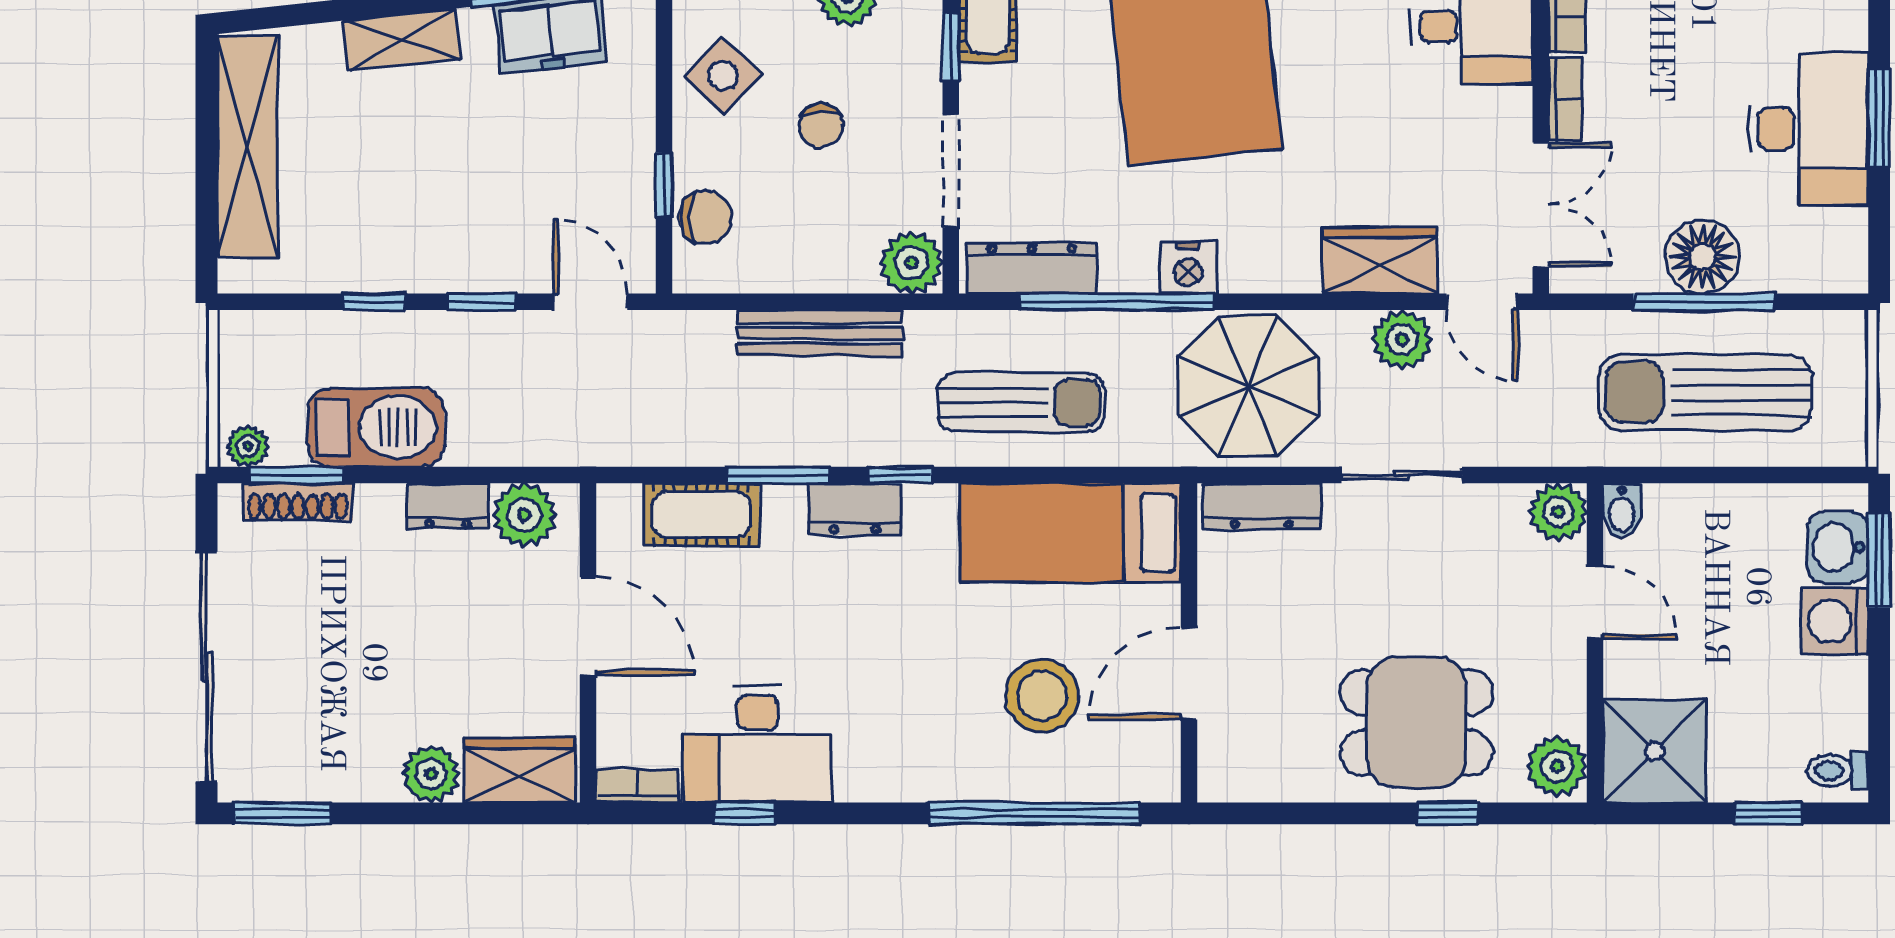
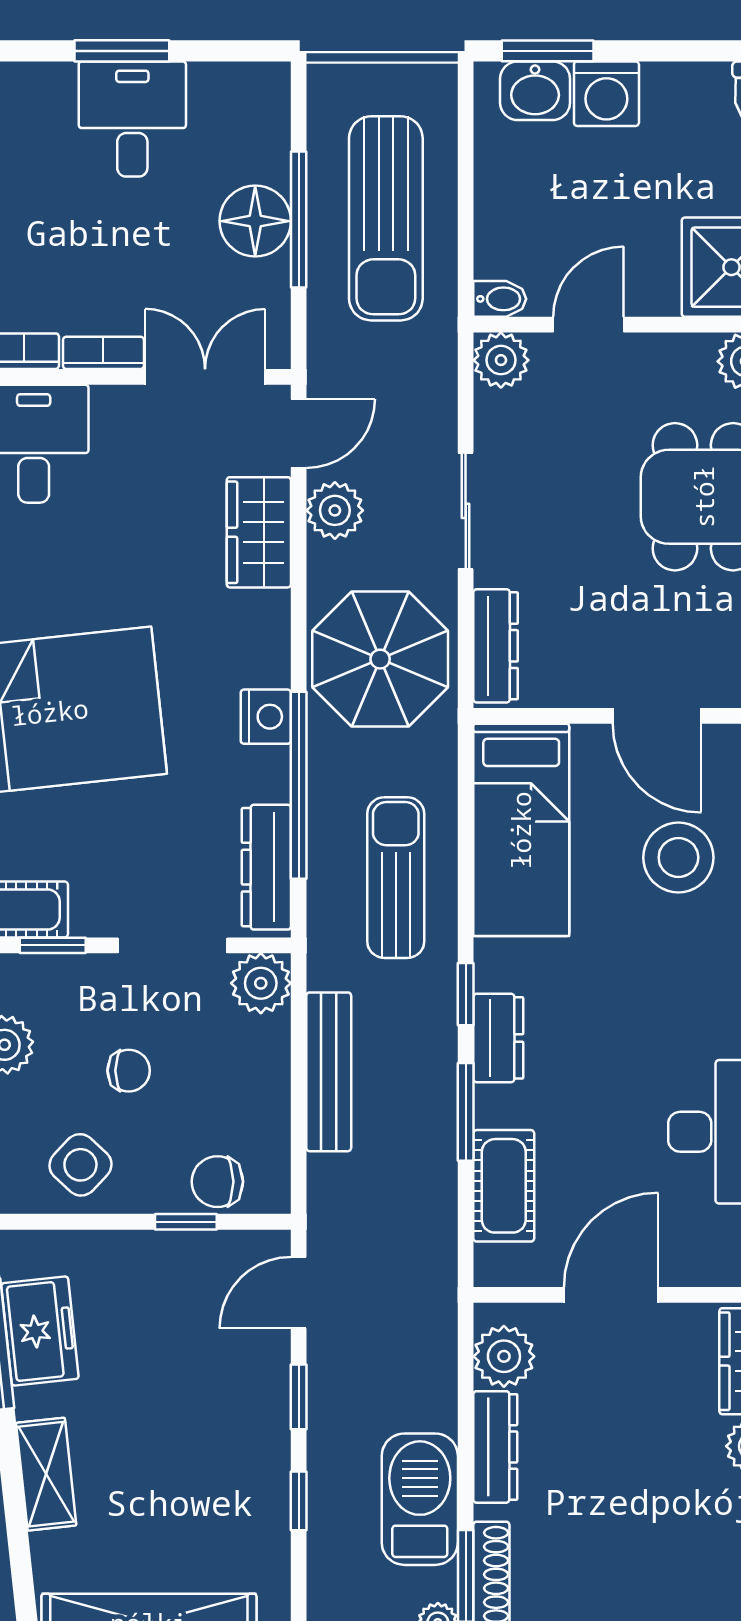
desk: (1808, 129) -> (132, 119), width x0.73
chair: (706, 217) -> (217, 1182), turned -90
dresser: (448, 506) -> (495, 1447), width x1.44

